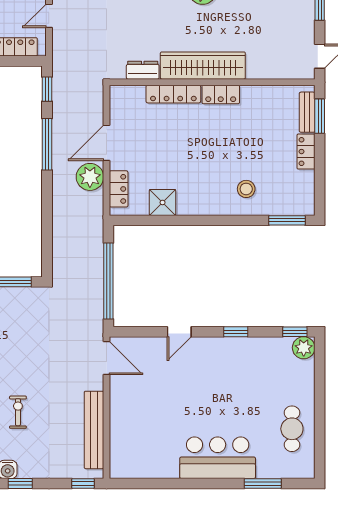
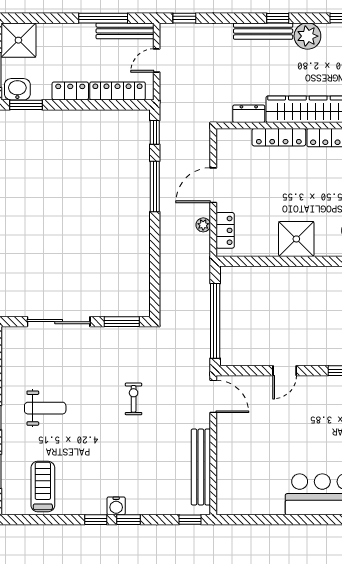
plant: (90, 177) -> (203, 225), width x0.53, depth x0.53
shower: (163, 202) -> (296, 239), moved, width x1.36, depth x1.36
exercise bike: (18, 412) -> (134, 399), moved

